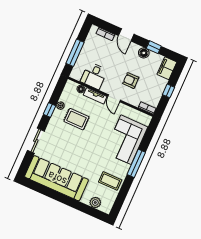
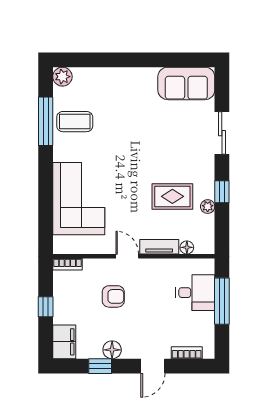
door: (126, 35) -> (153, 366), swing flipped
desk: (94, 76) -> (195, 293), moved, turned 90
window: (136, 163) -> (46, 121), moved
sofa: (57, 178) -> (186, 83), width x0.54, depth x0.79
plant: (95, 202) -> (62, 77), moved

